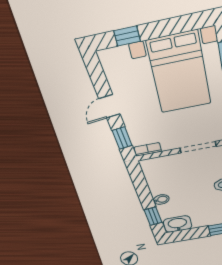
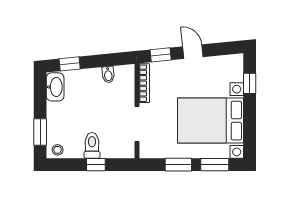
bookcase: (148, 149) -> (144, 83), width x1.56
bidet: (161, 200) -> (108, 75), moved

